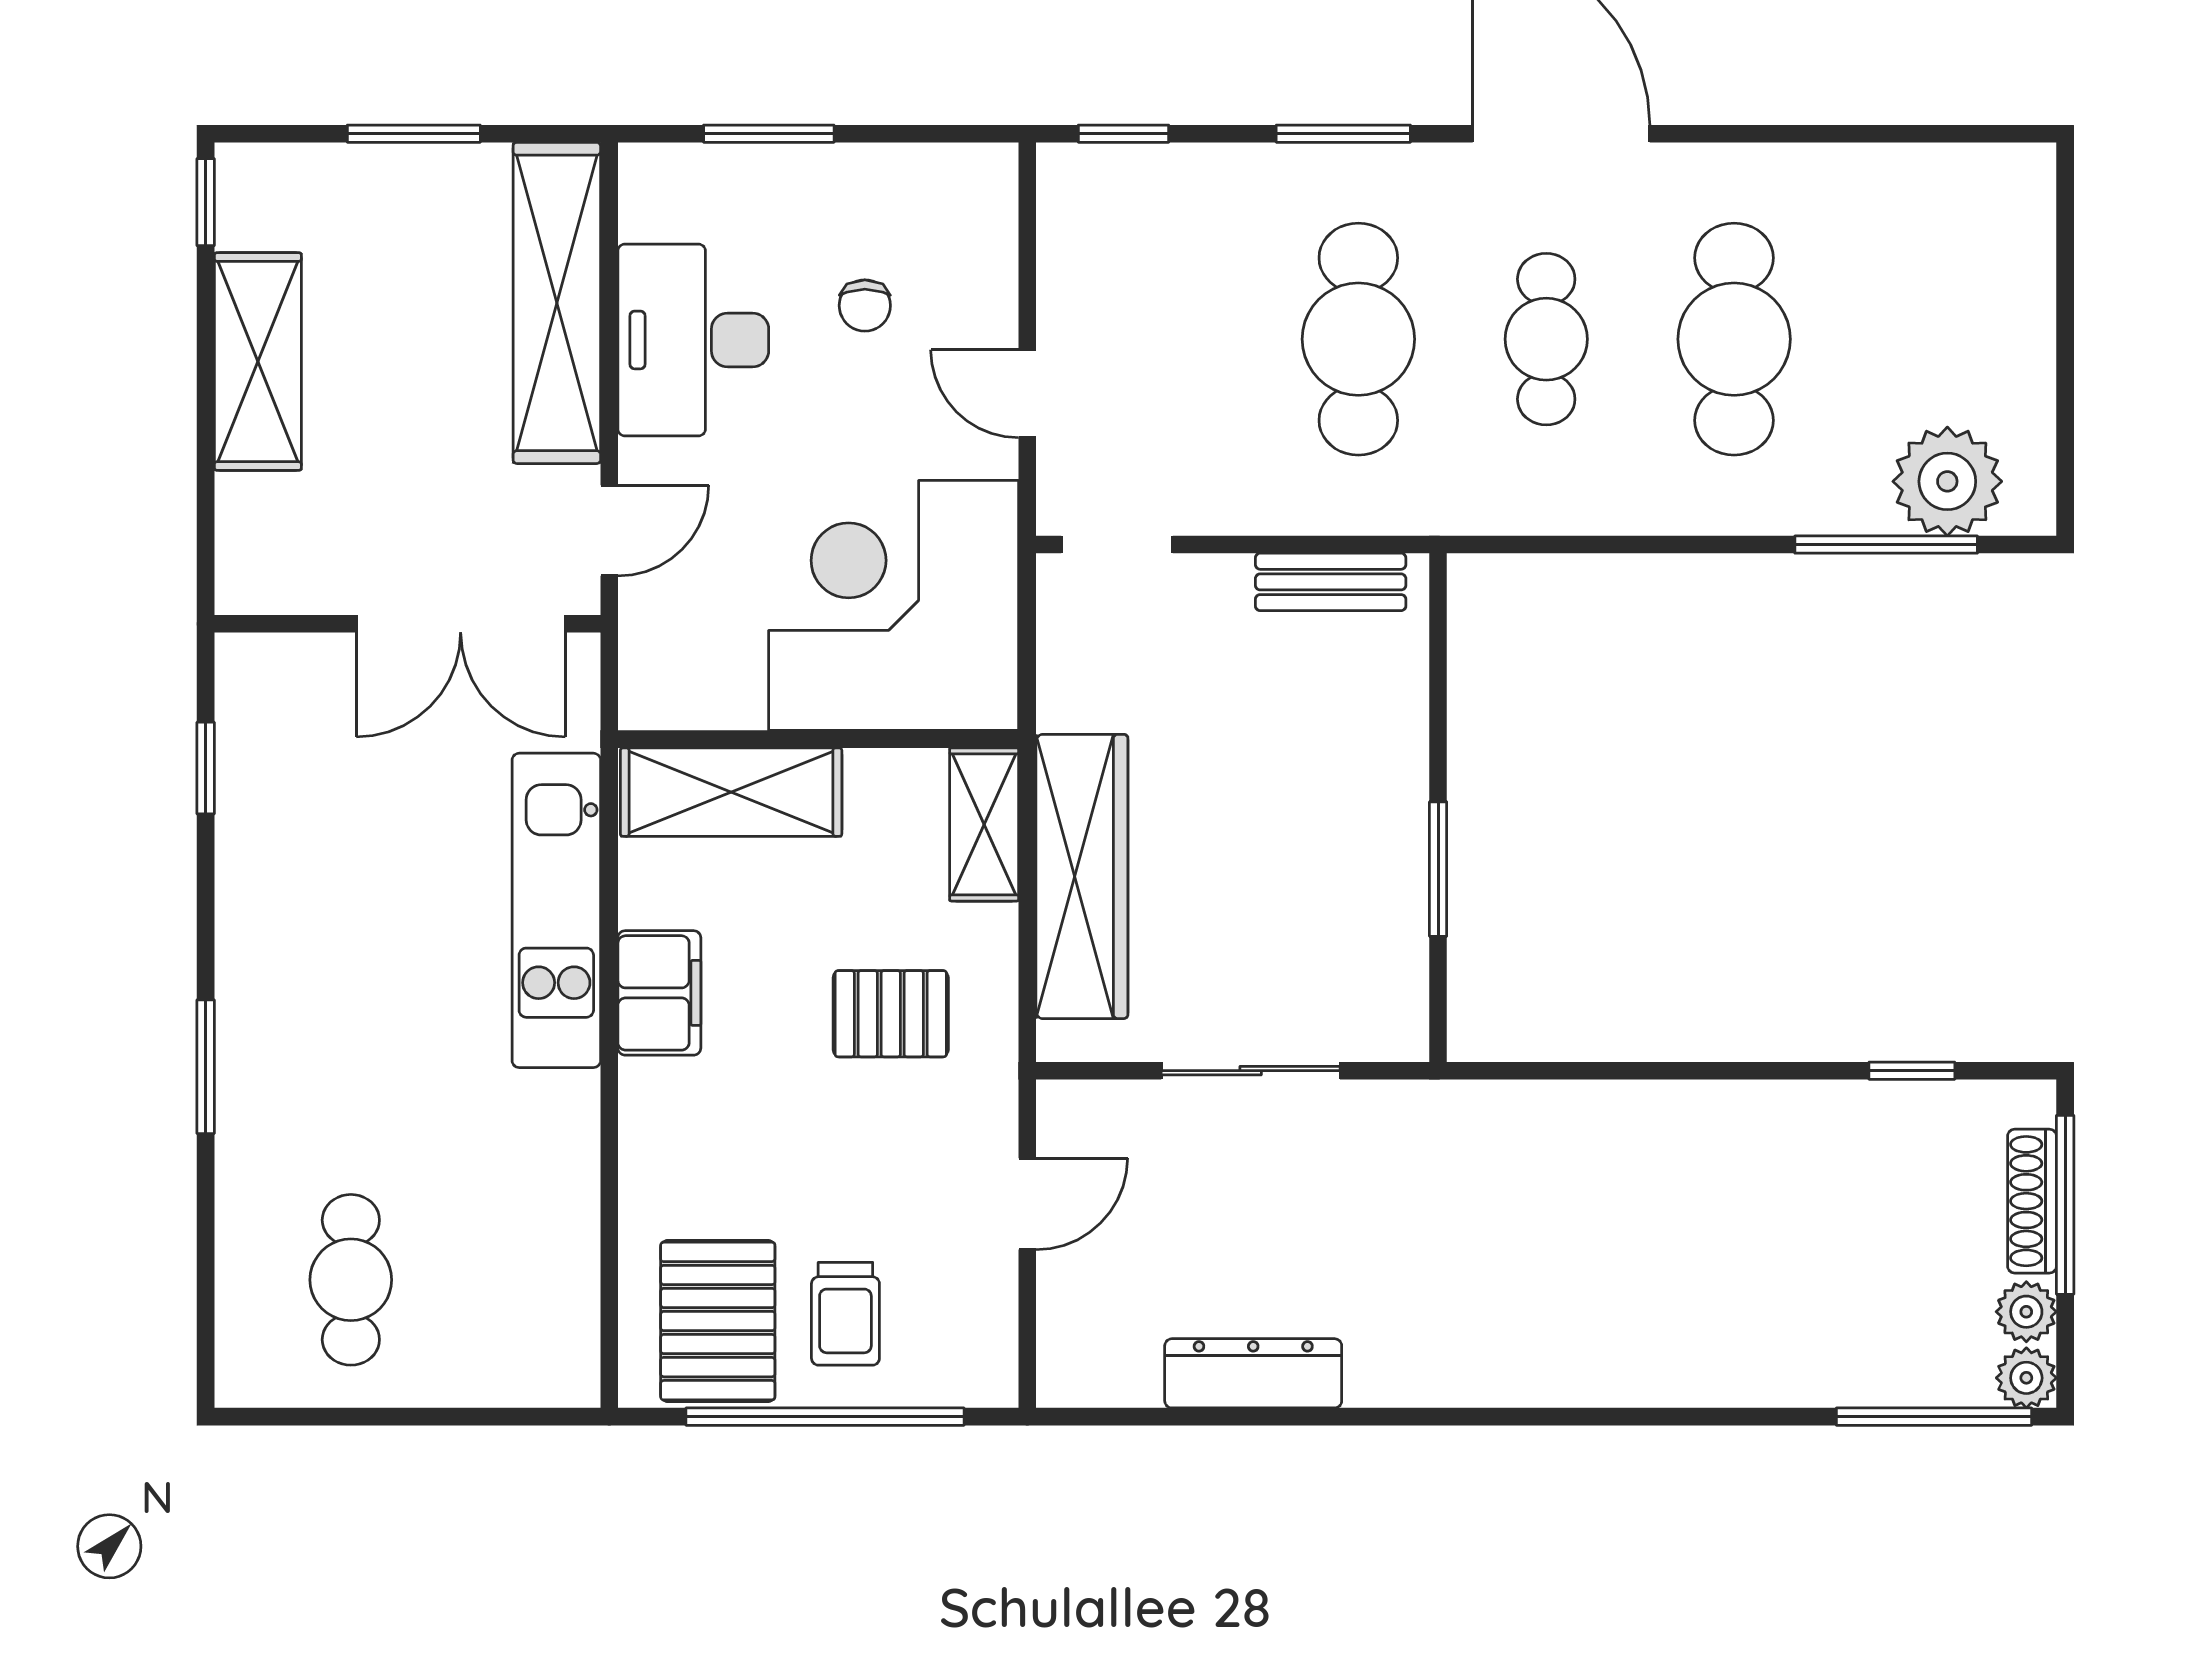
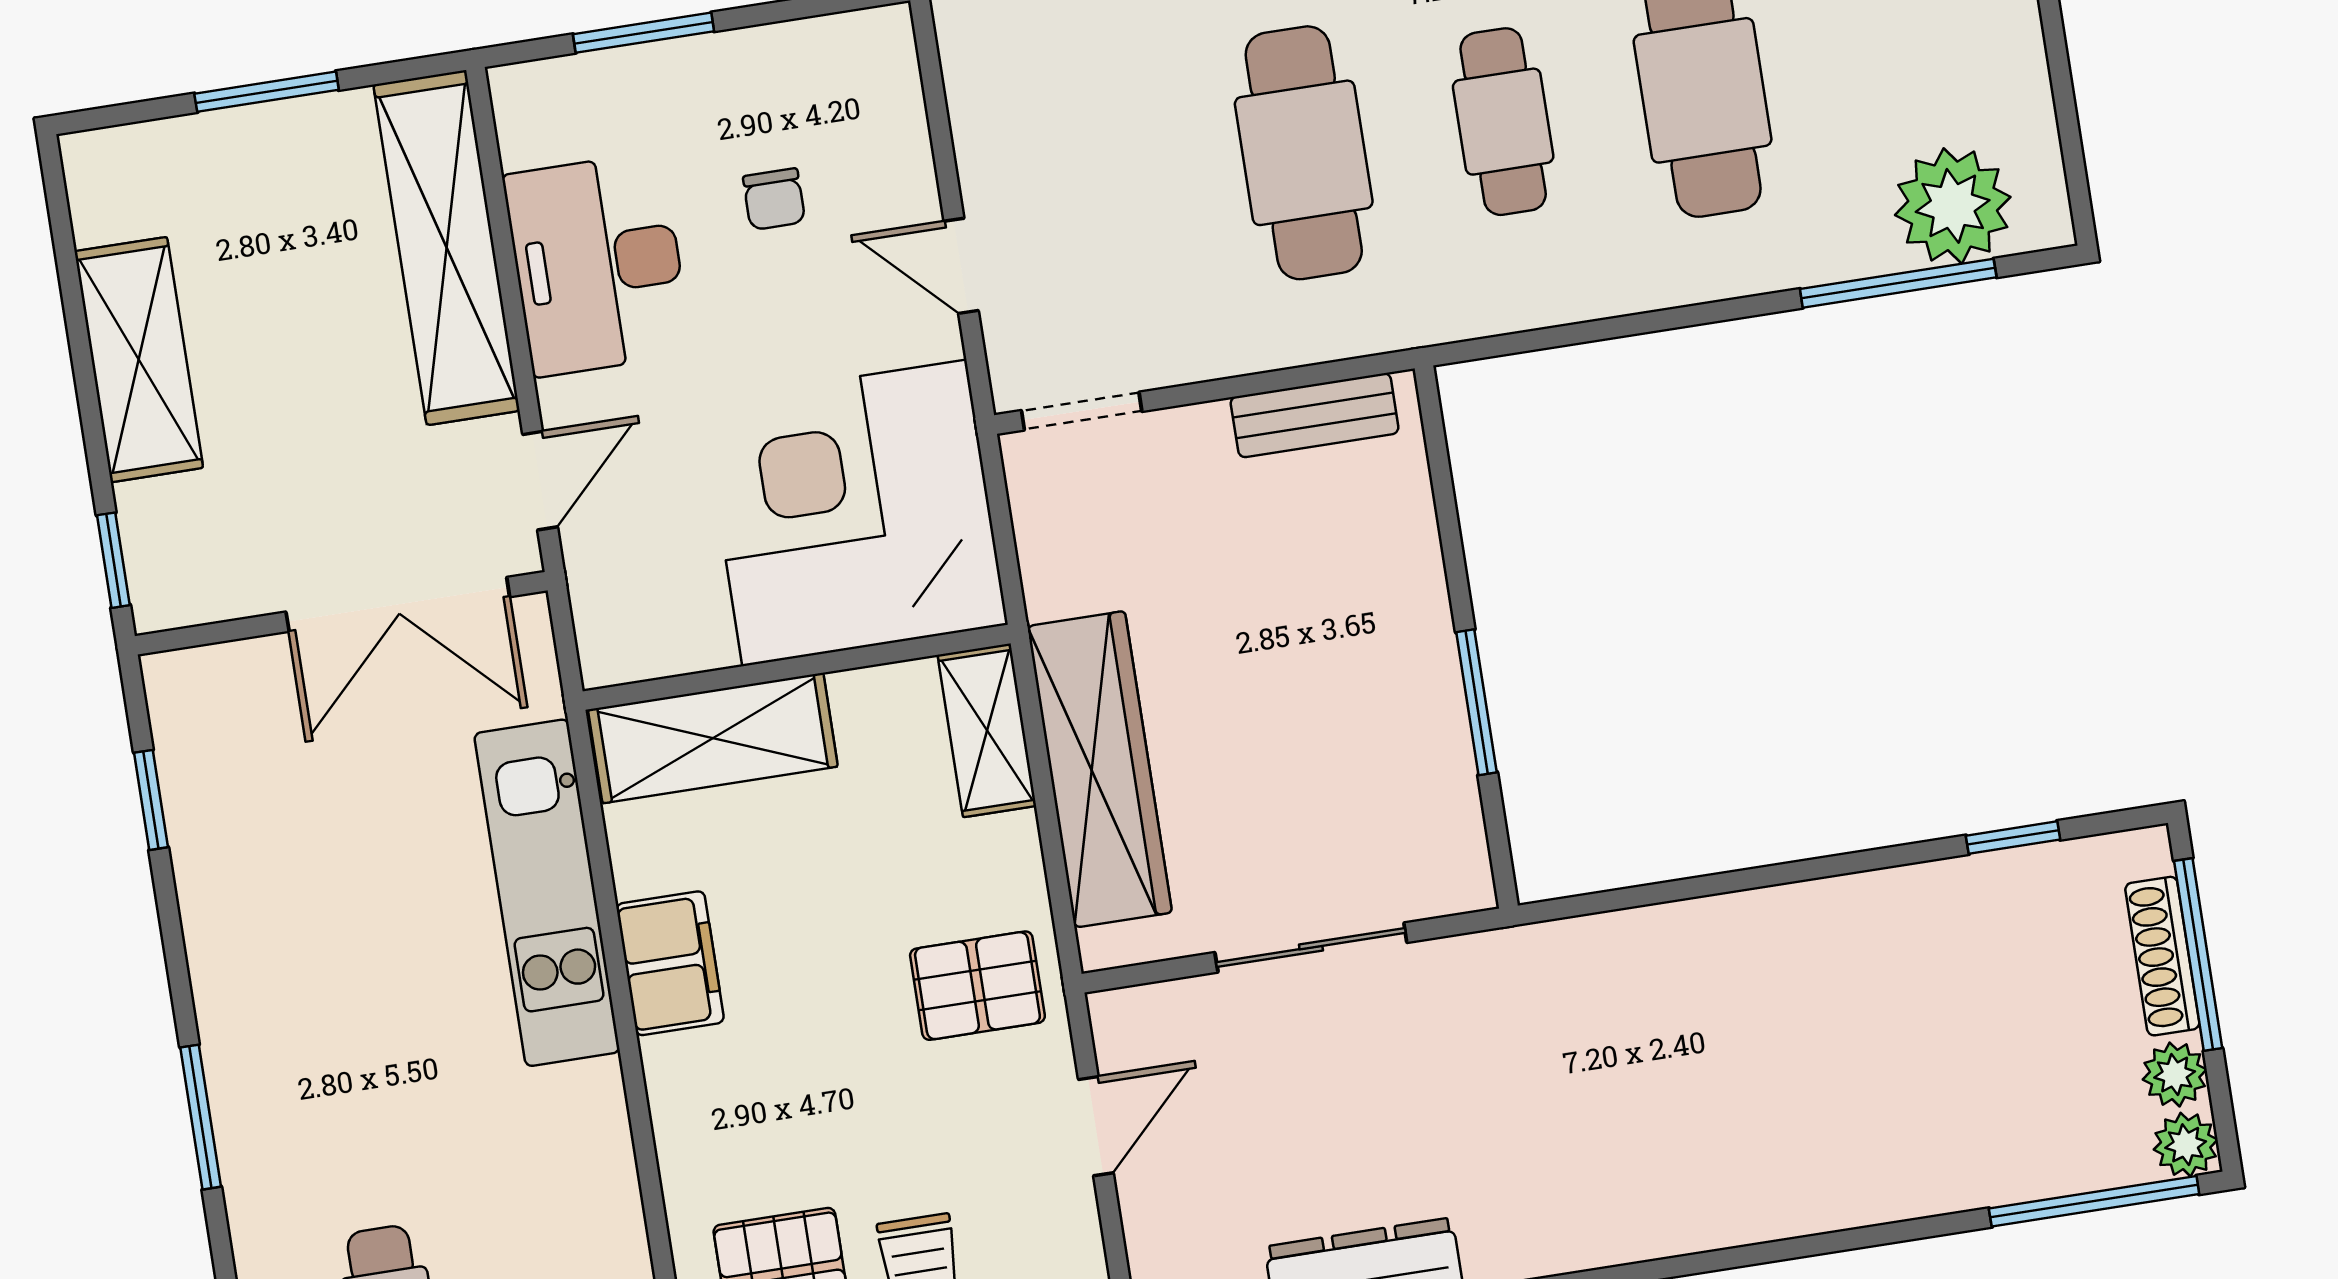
window: (206, 202) -> (113, 560), moved
pallet: (891, 1014) -> (977, 986), moved

